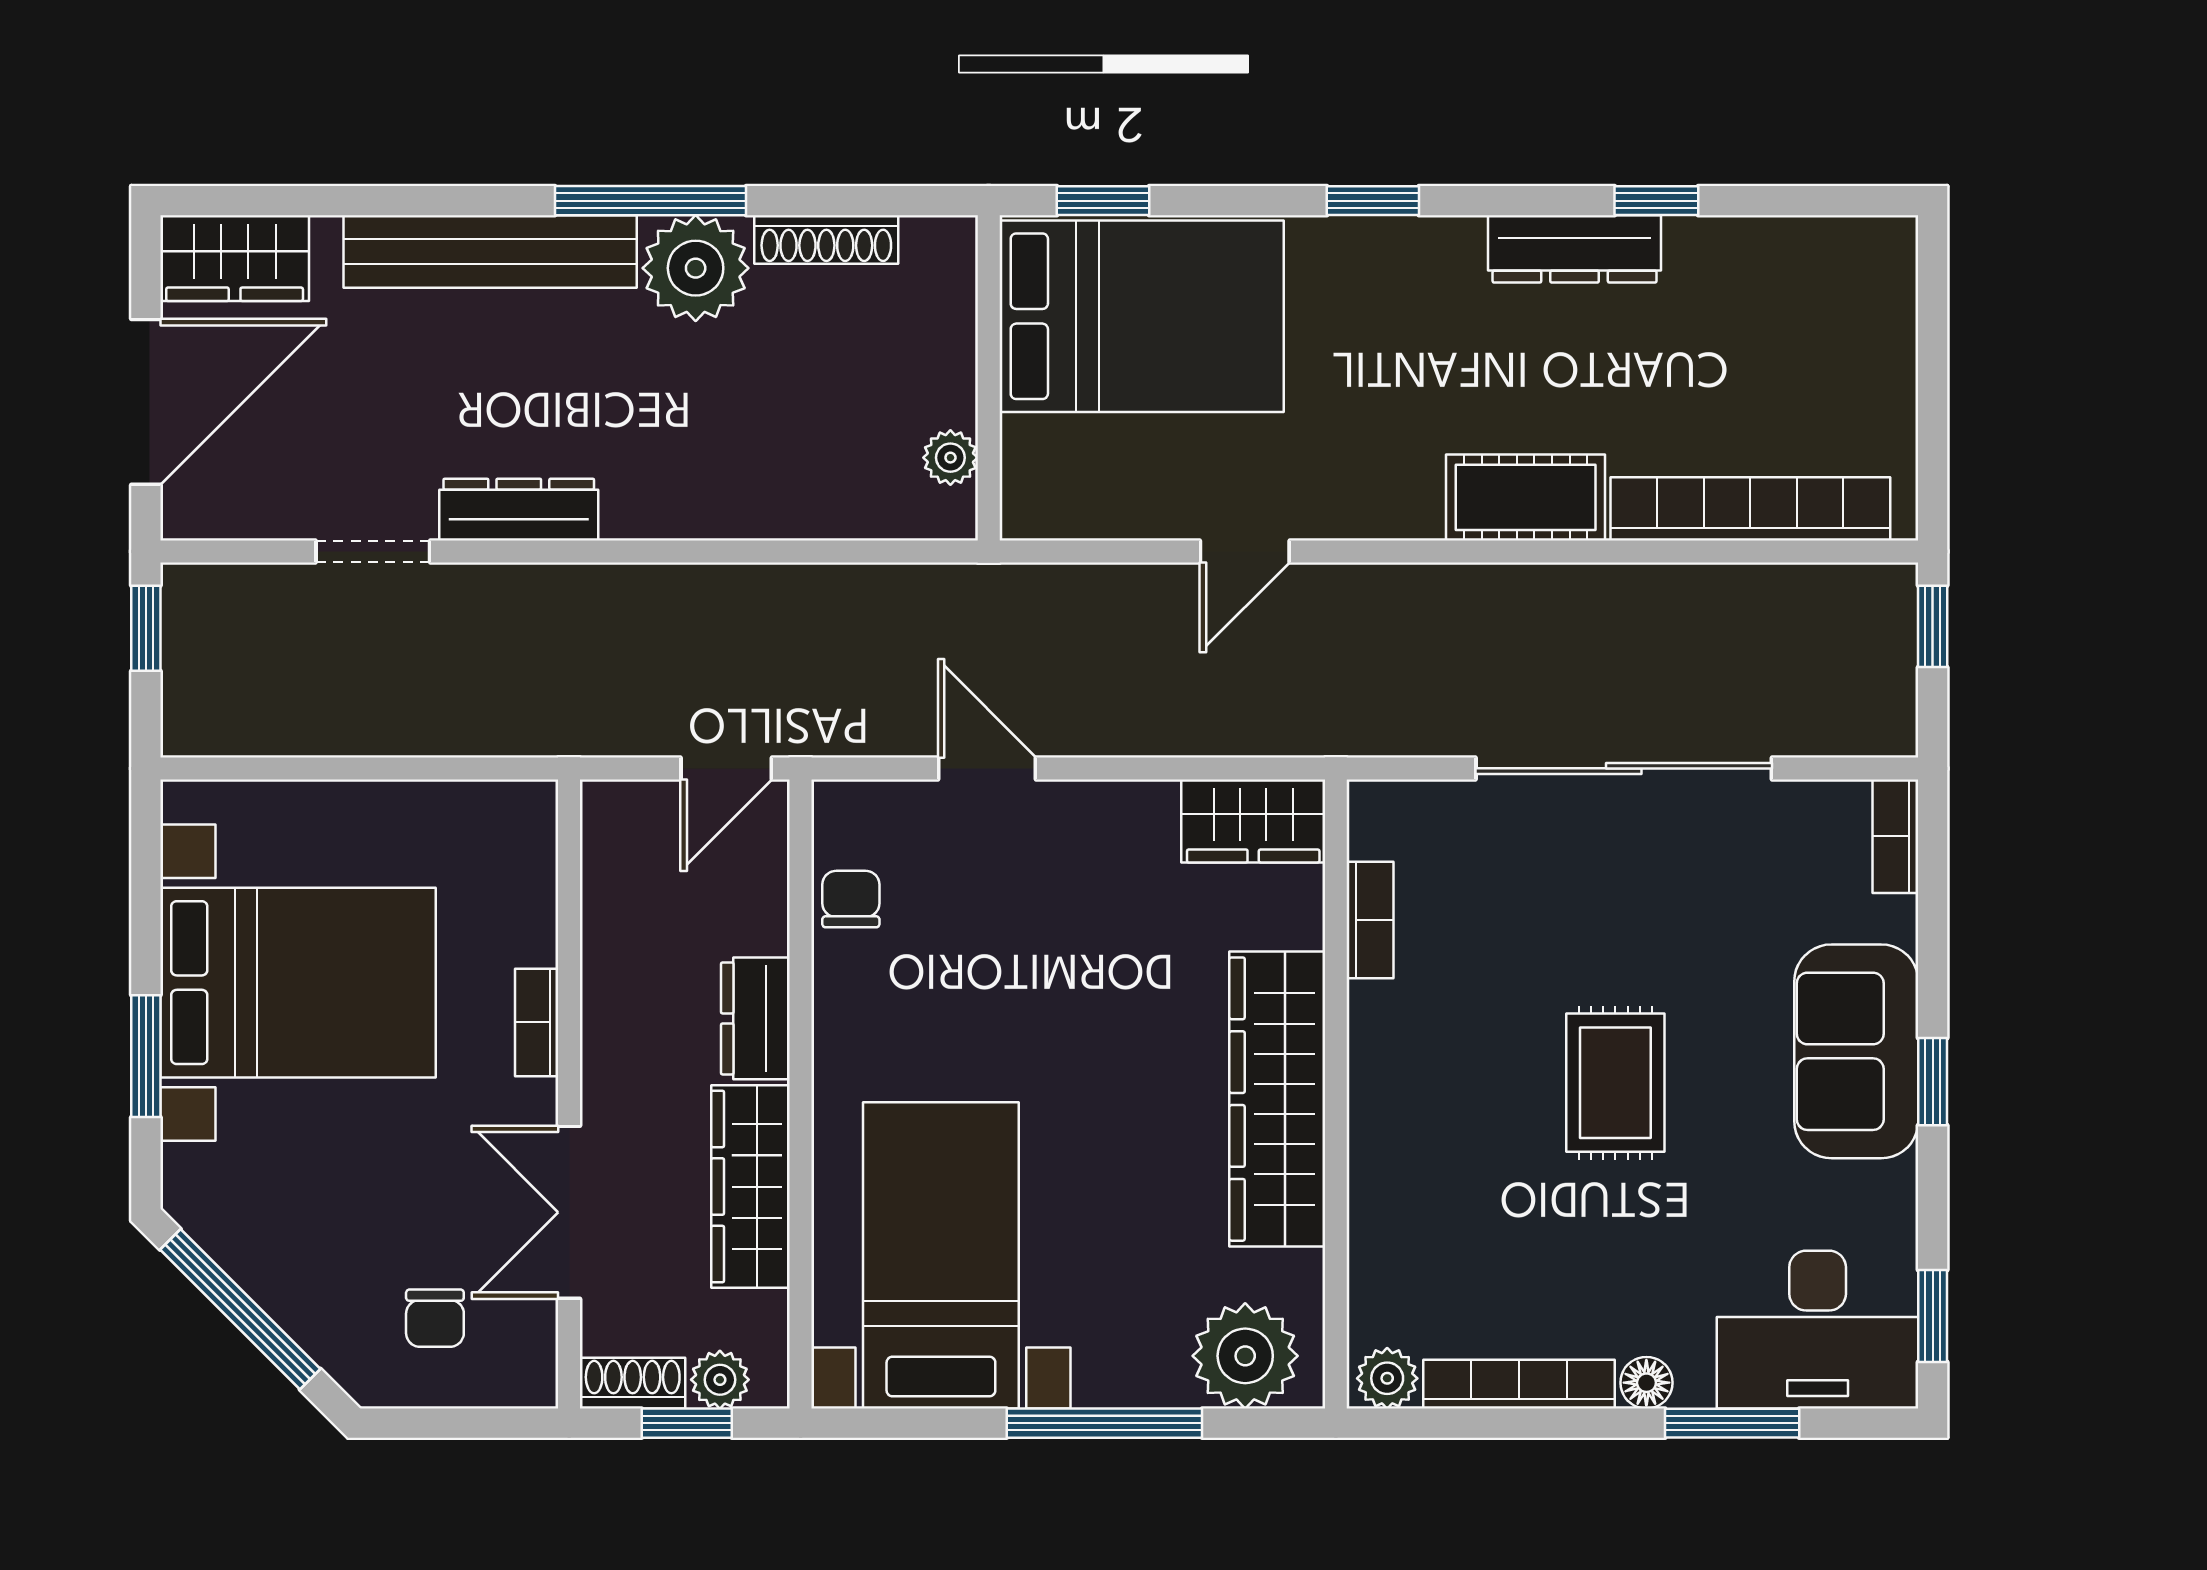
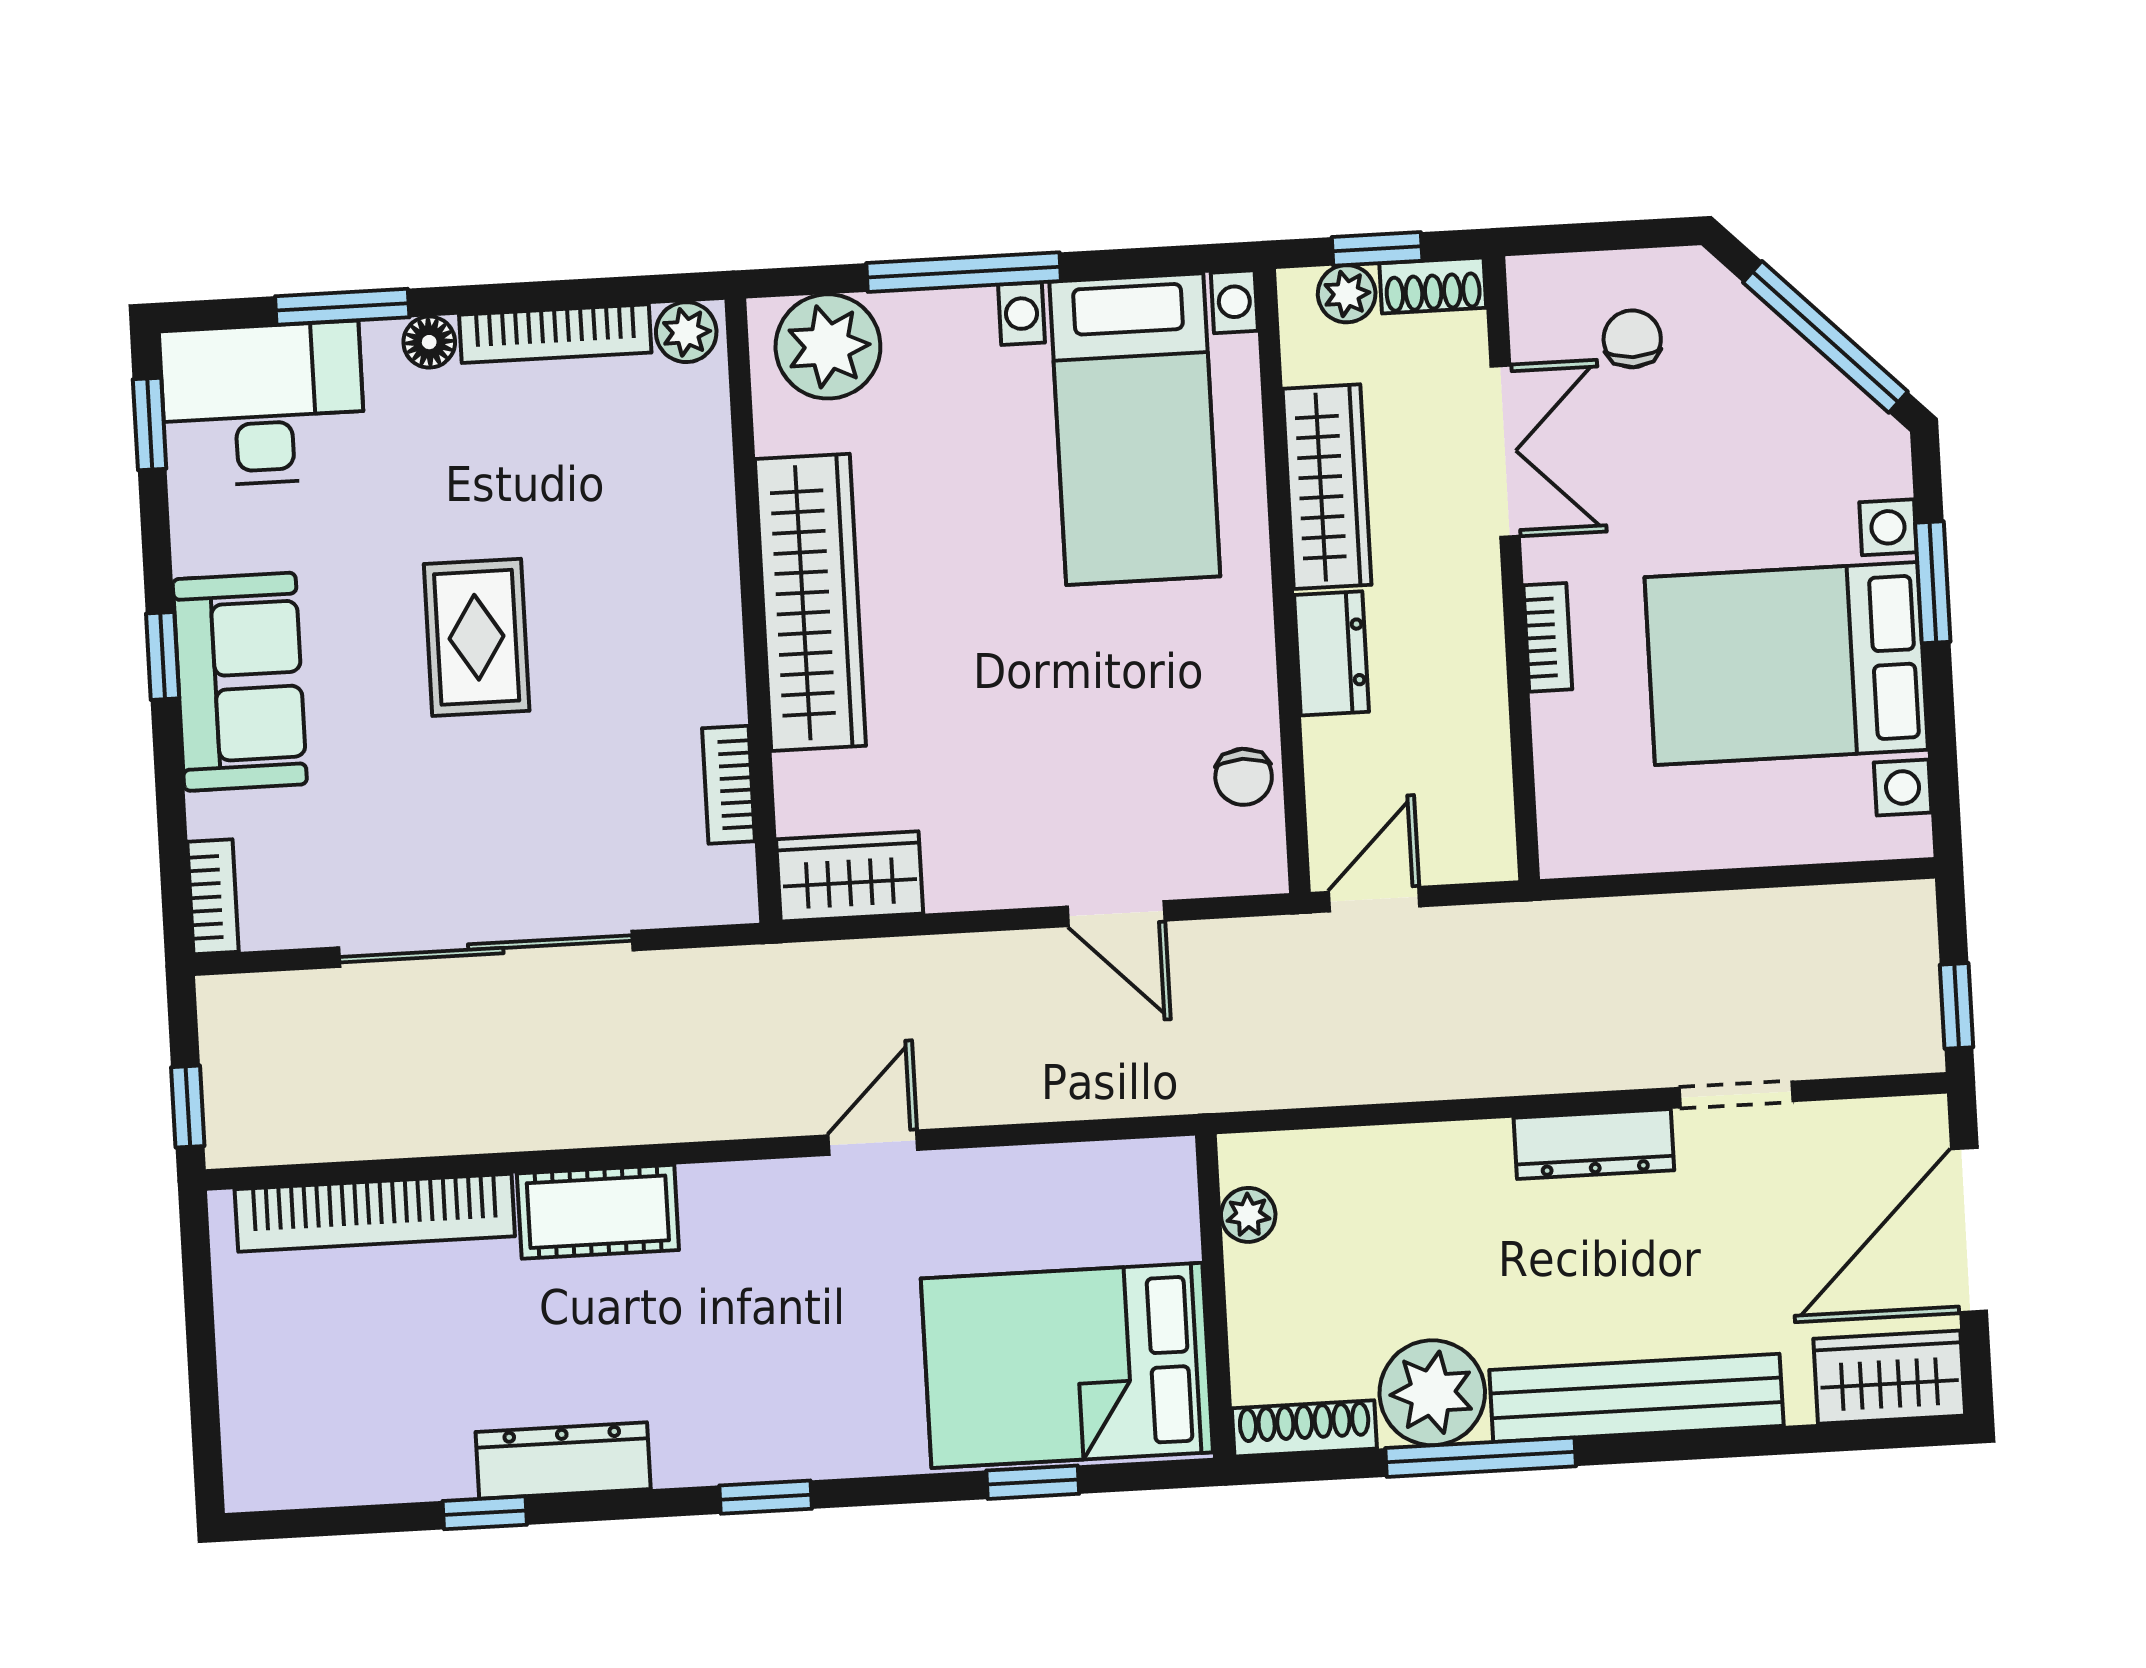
bed: (1142, 316) -> (1067, 1365), moved
wall: (989, 378) -> (1215, 1296), moved
plant: (950, 458) -> (1248, 1215), moved

